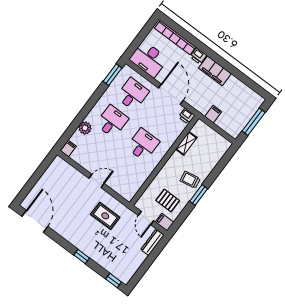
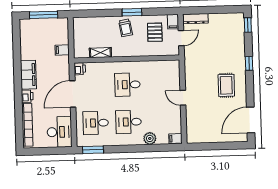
rug: (105, 216) -> (226, 85), moved

